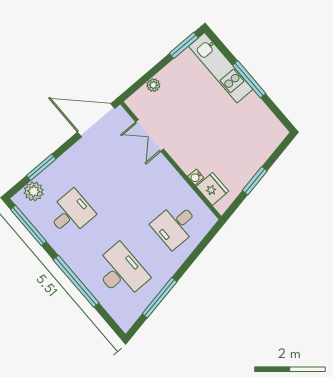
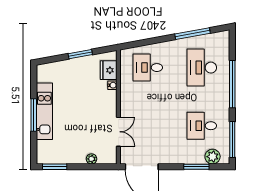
kitchen unit: (221, 68) -> (44, 111), moved
desk: (175, 225) -> (148, 68), turned 180

